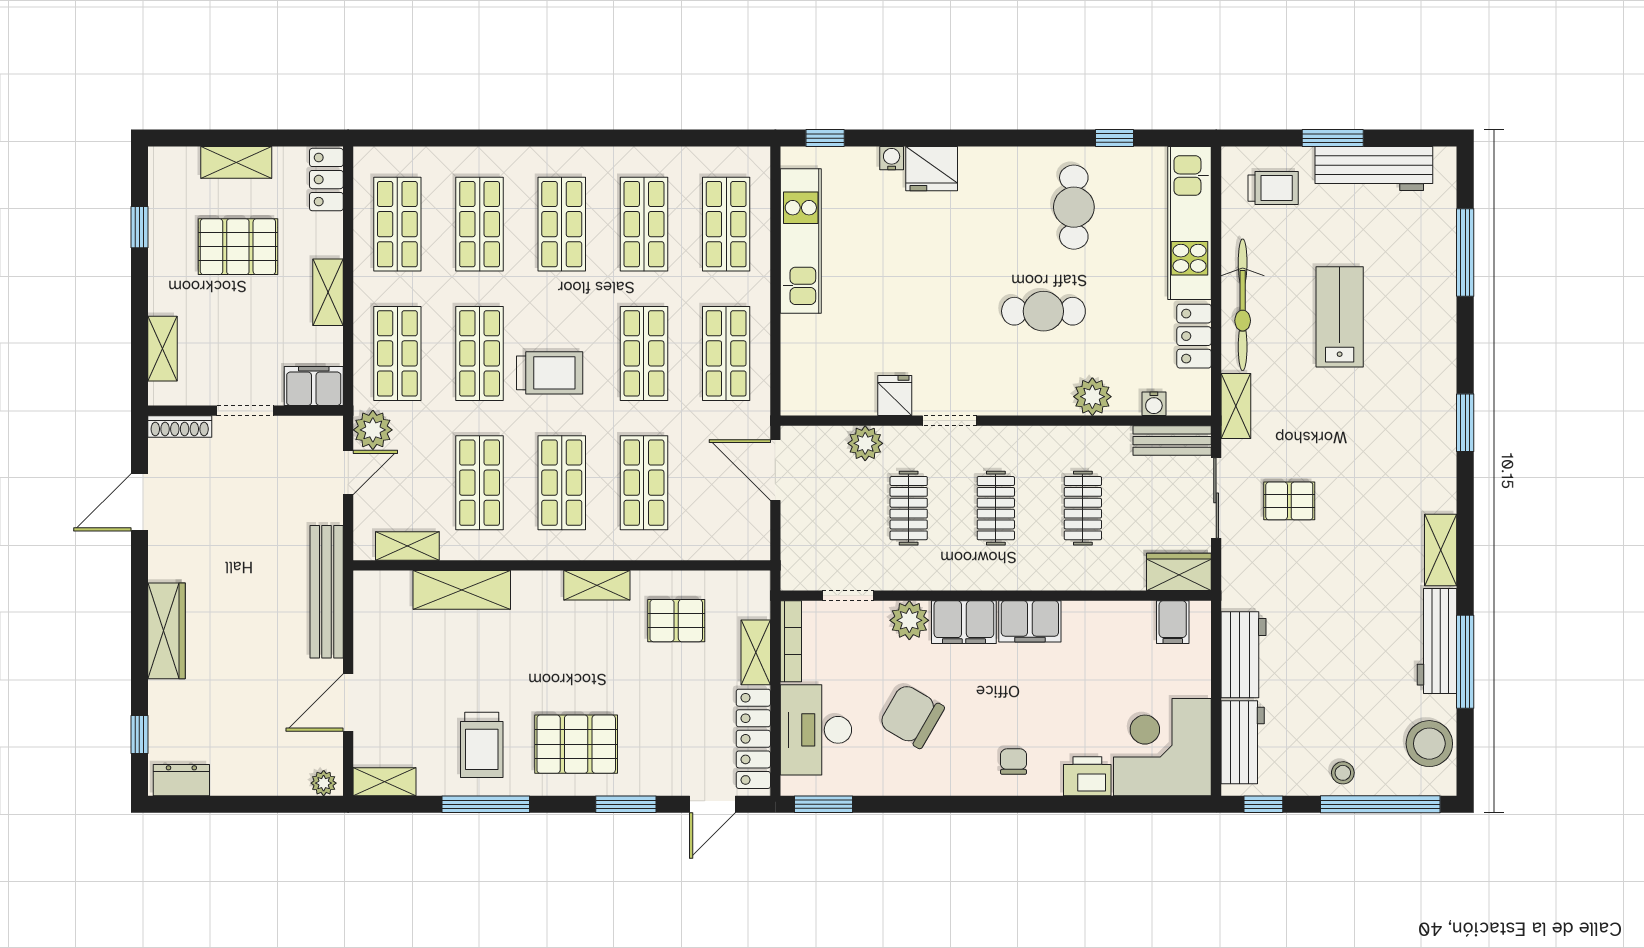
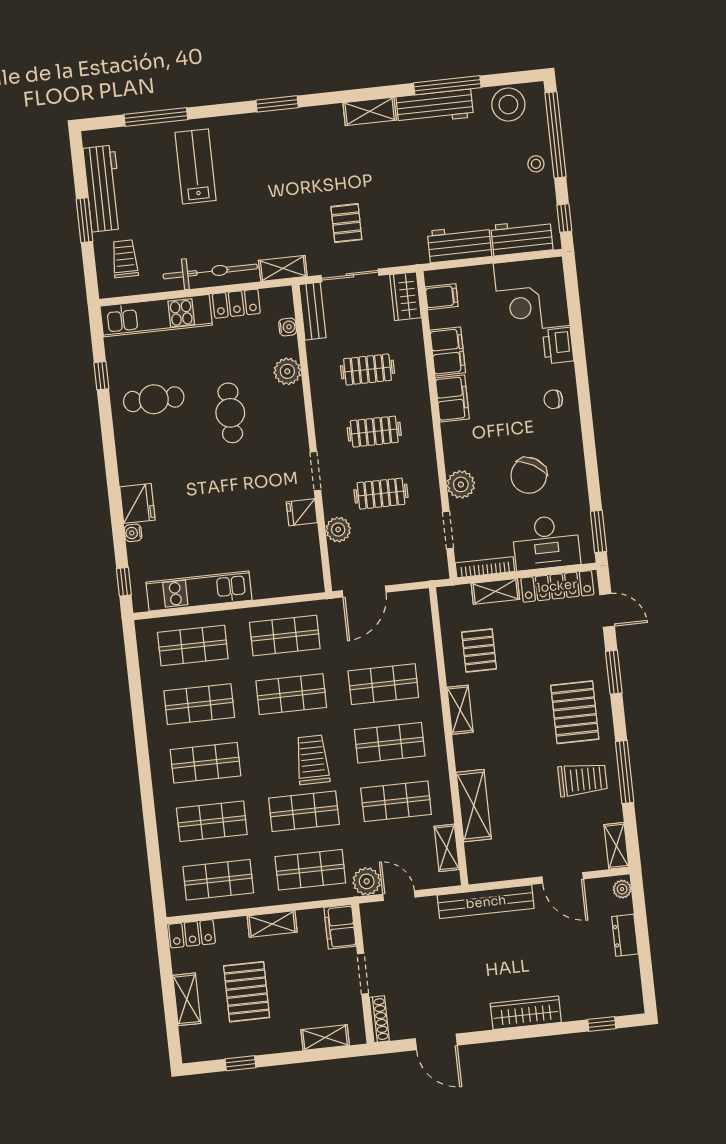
lab bench: (1340, 317) -> (196, 166), moved, turned 90
filing cabinet: (964, 622) -> (448, 351), moved
dresser: (181, 780) -> (625, 935), moved

